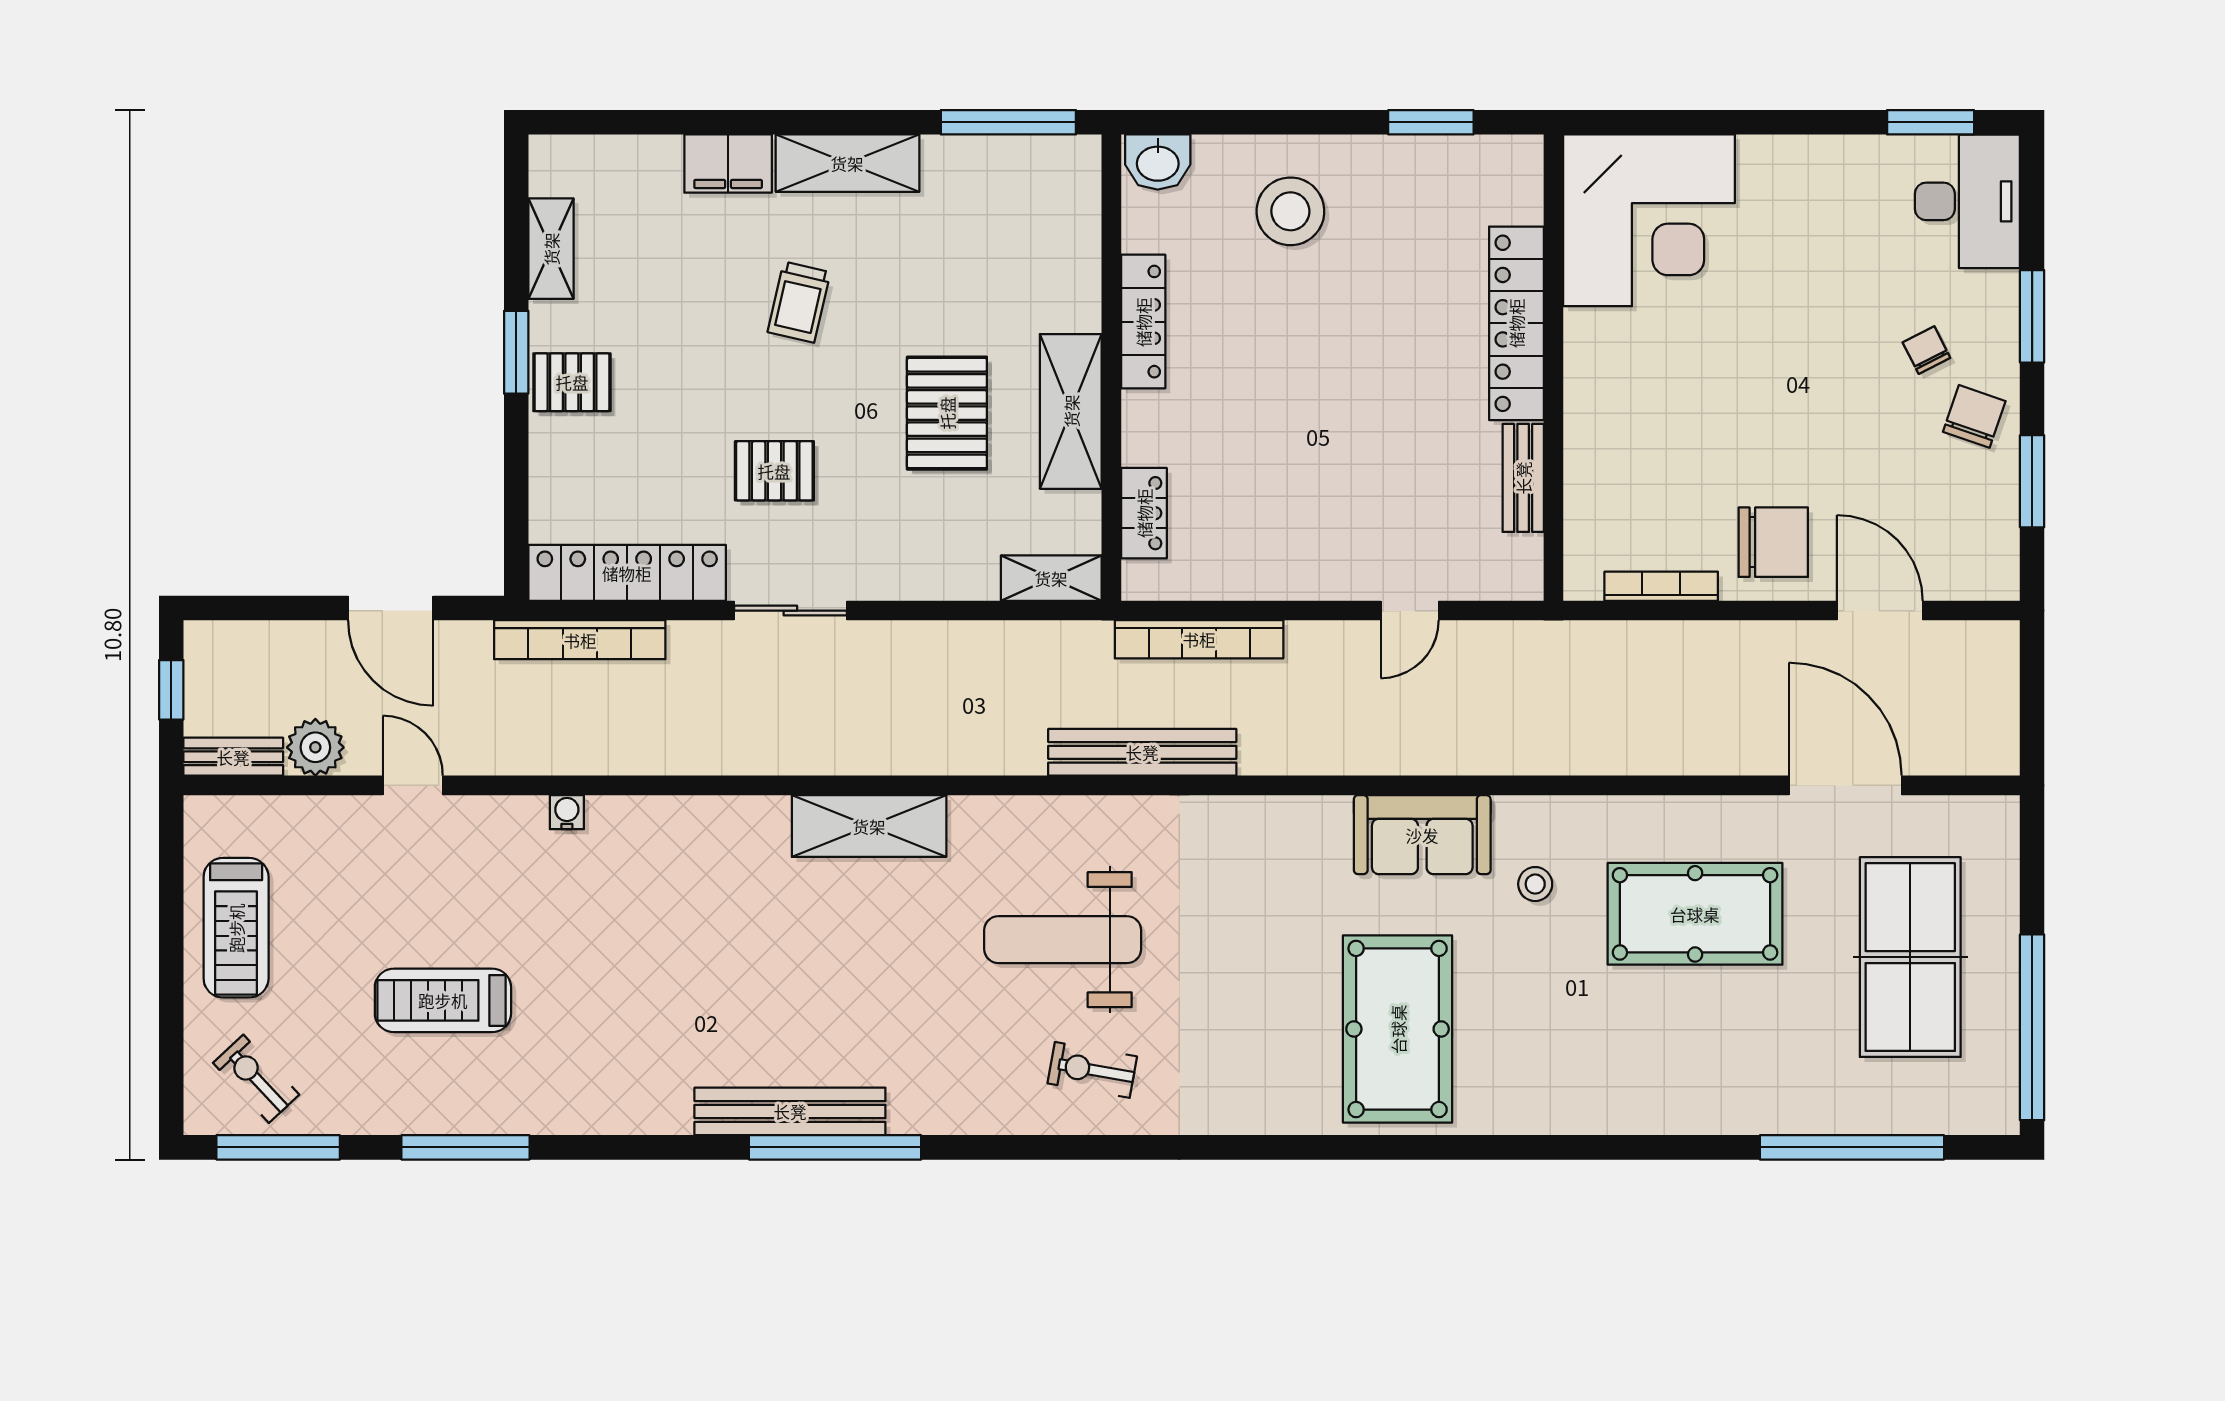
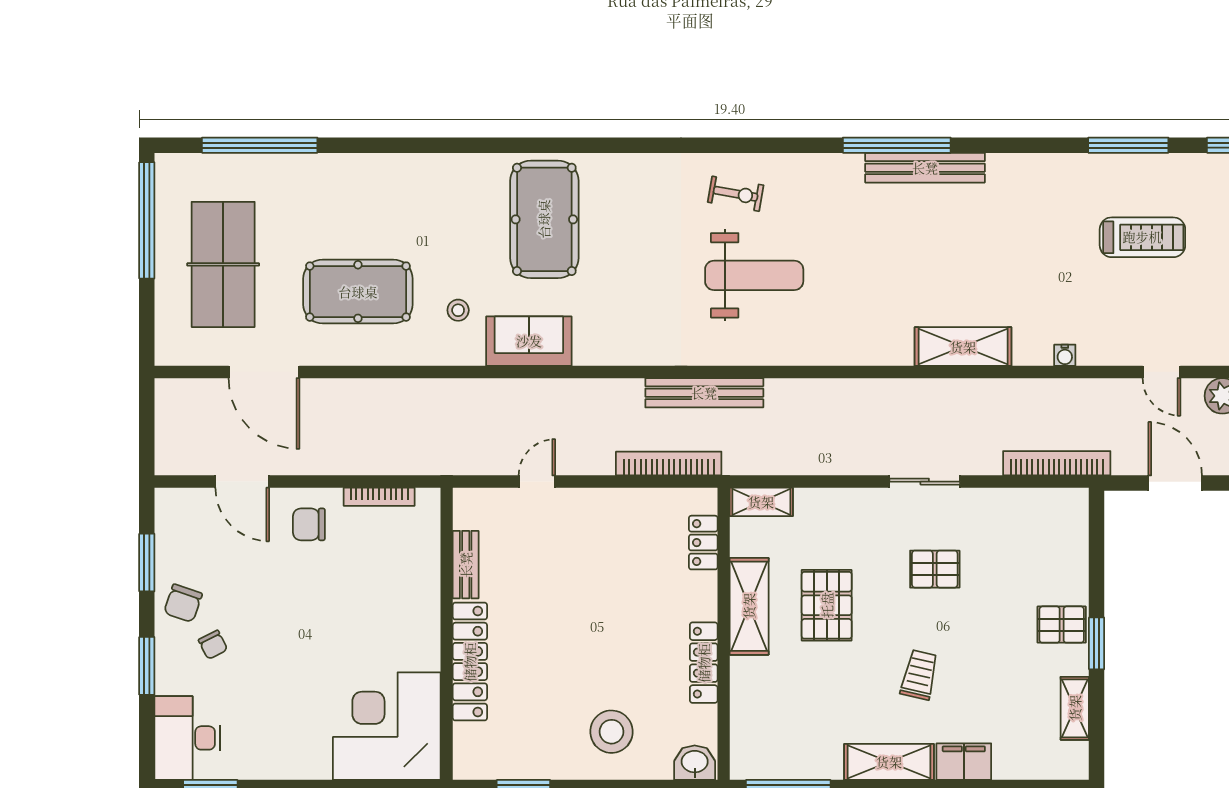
chair: (1773, 542) -> (309, 524), width x0.73, depth x0.73
locker: (627, 573) -> (1027, 505), removed
shelving: (869, 826) -> (963, 347), moved

